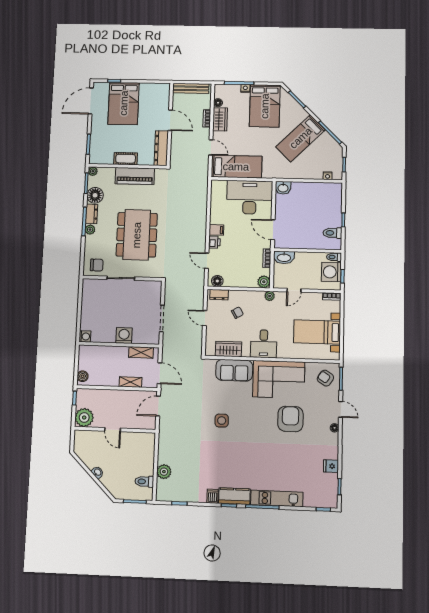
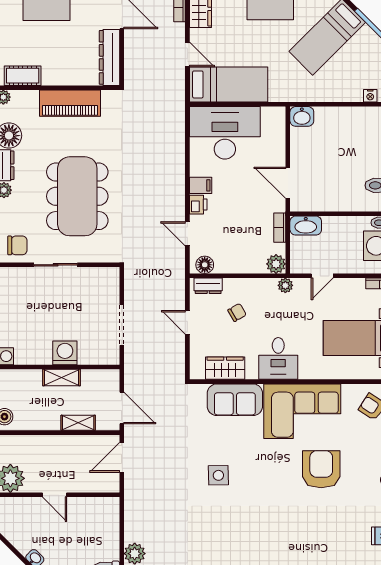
cot: (126, 159) -> (23, 76), moved
desk: (250, 197) -> (225, 133), moved
shelving: (141, 352) -> (62, 378), moved

